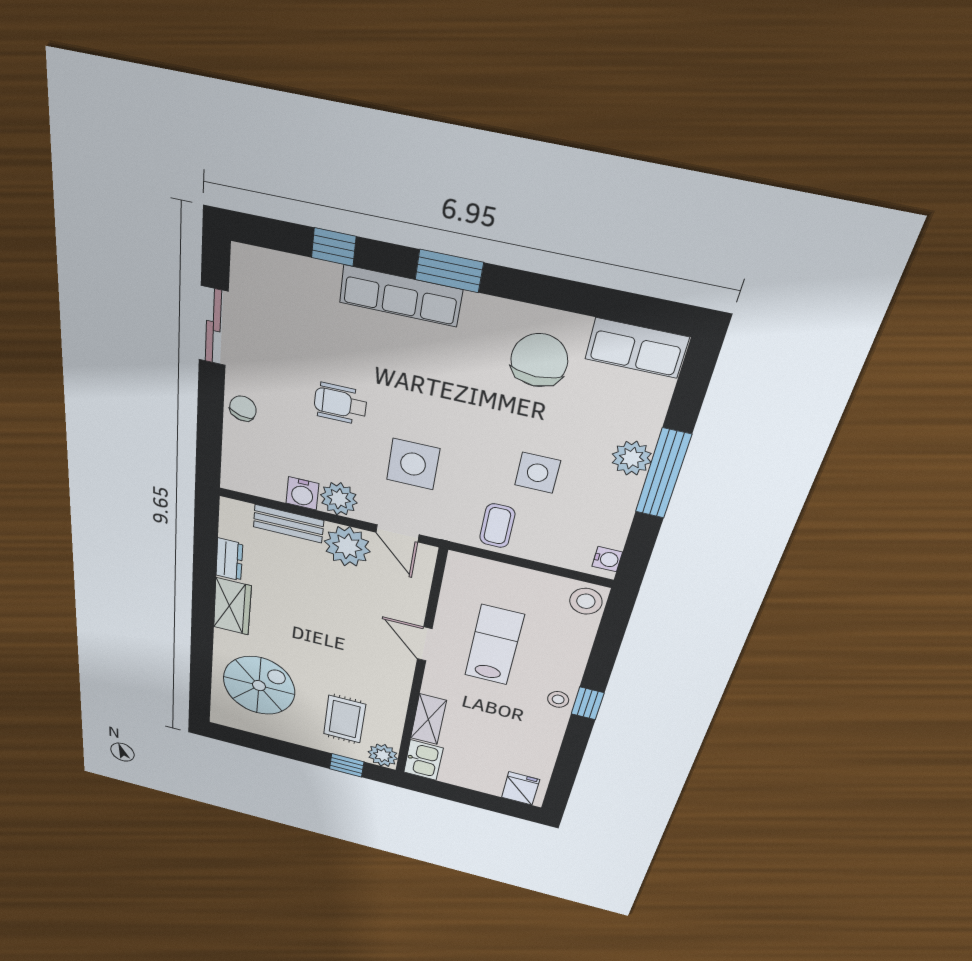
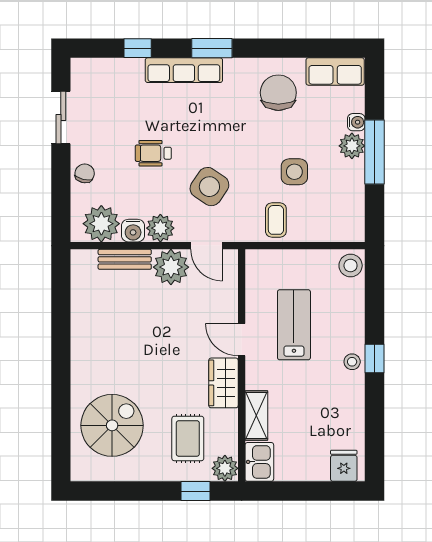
side table: (413, 464) -> (209, 187), turned 34
plant: (261, 475) -> (101, 224), added
dresser: (229, 559) -> (81, 305), removed
water cooler: (607, 559) -> (356, 122), moved
wardrobe: (232, 606) -> (223, 383), moved, turned 180

